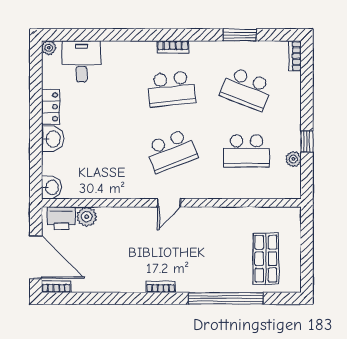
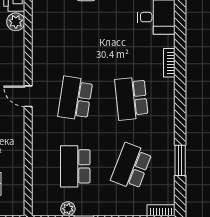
bookcase: (173, 47) -> (169, 63), moved
school desk: (171, 151) -> (75, 98), turned 30

